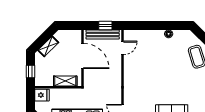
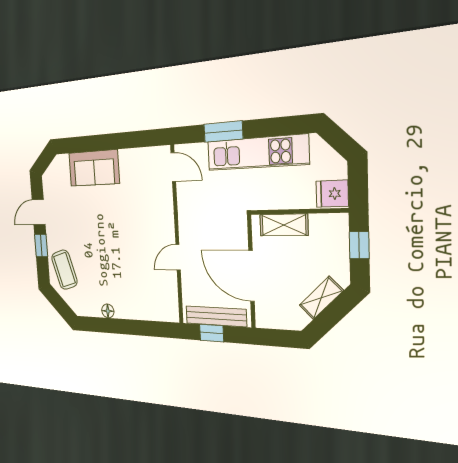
door: (123, 48) -> (178, 257), moved

